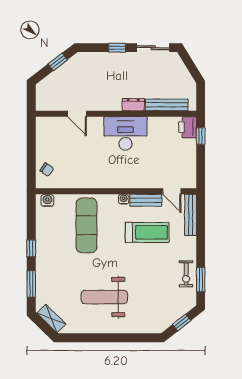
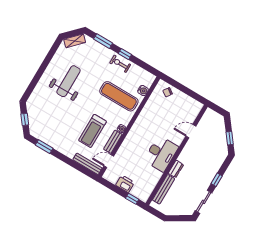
printer: (188, 127) -> (125, 184), moved
water cooler: (47, 201) -> (143, 91), moved
exercise bike: (186, 274) -> (120, 64), moved

